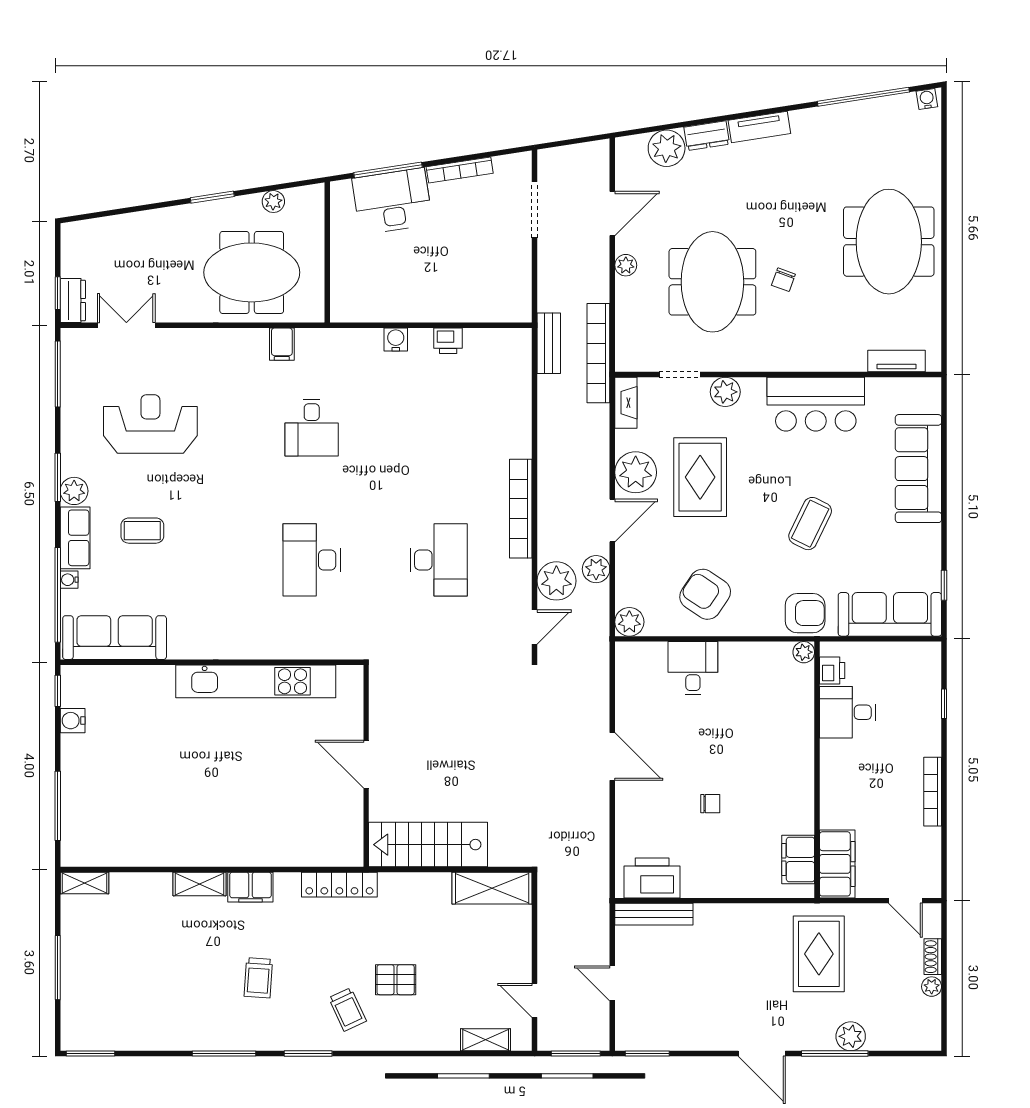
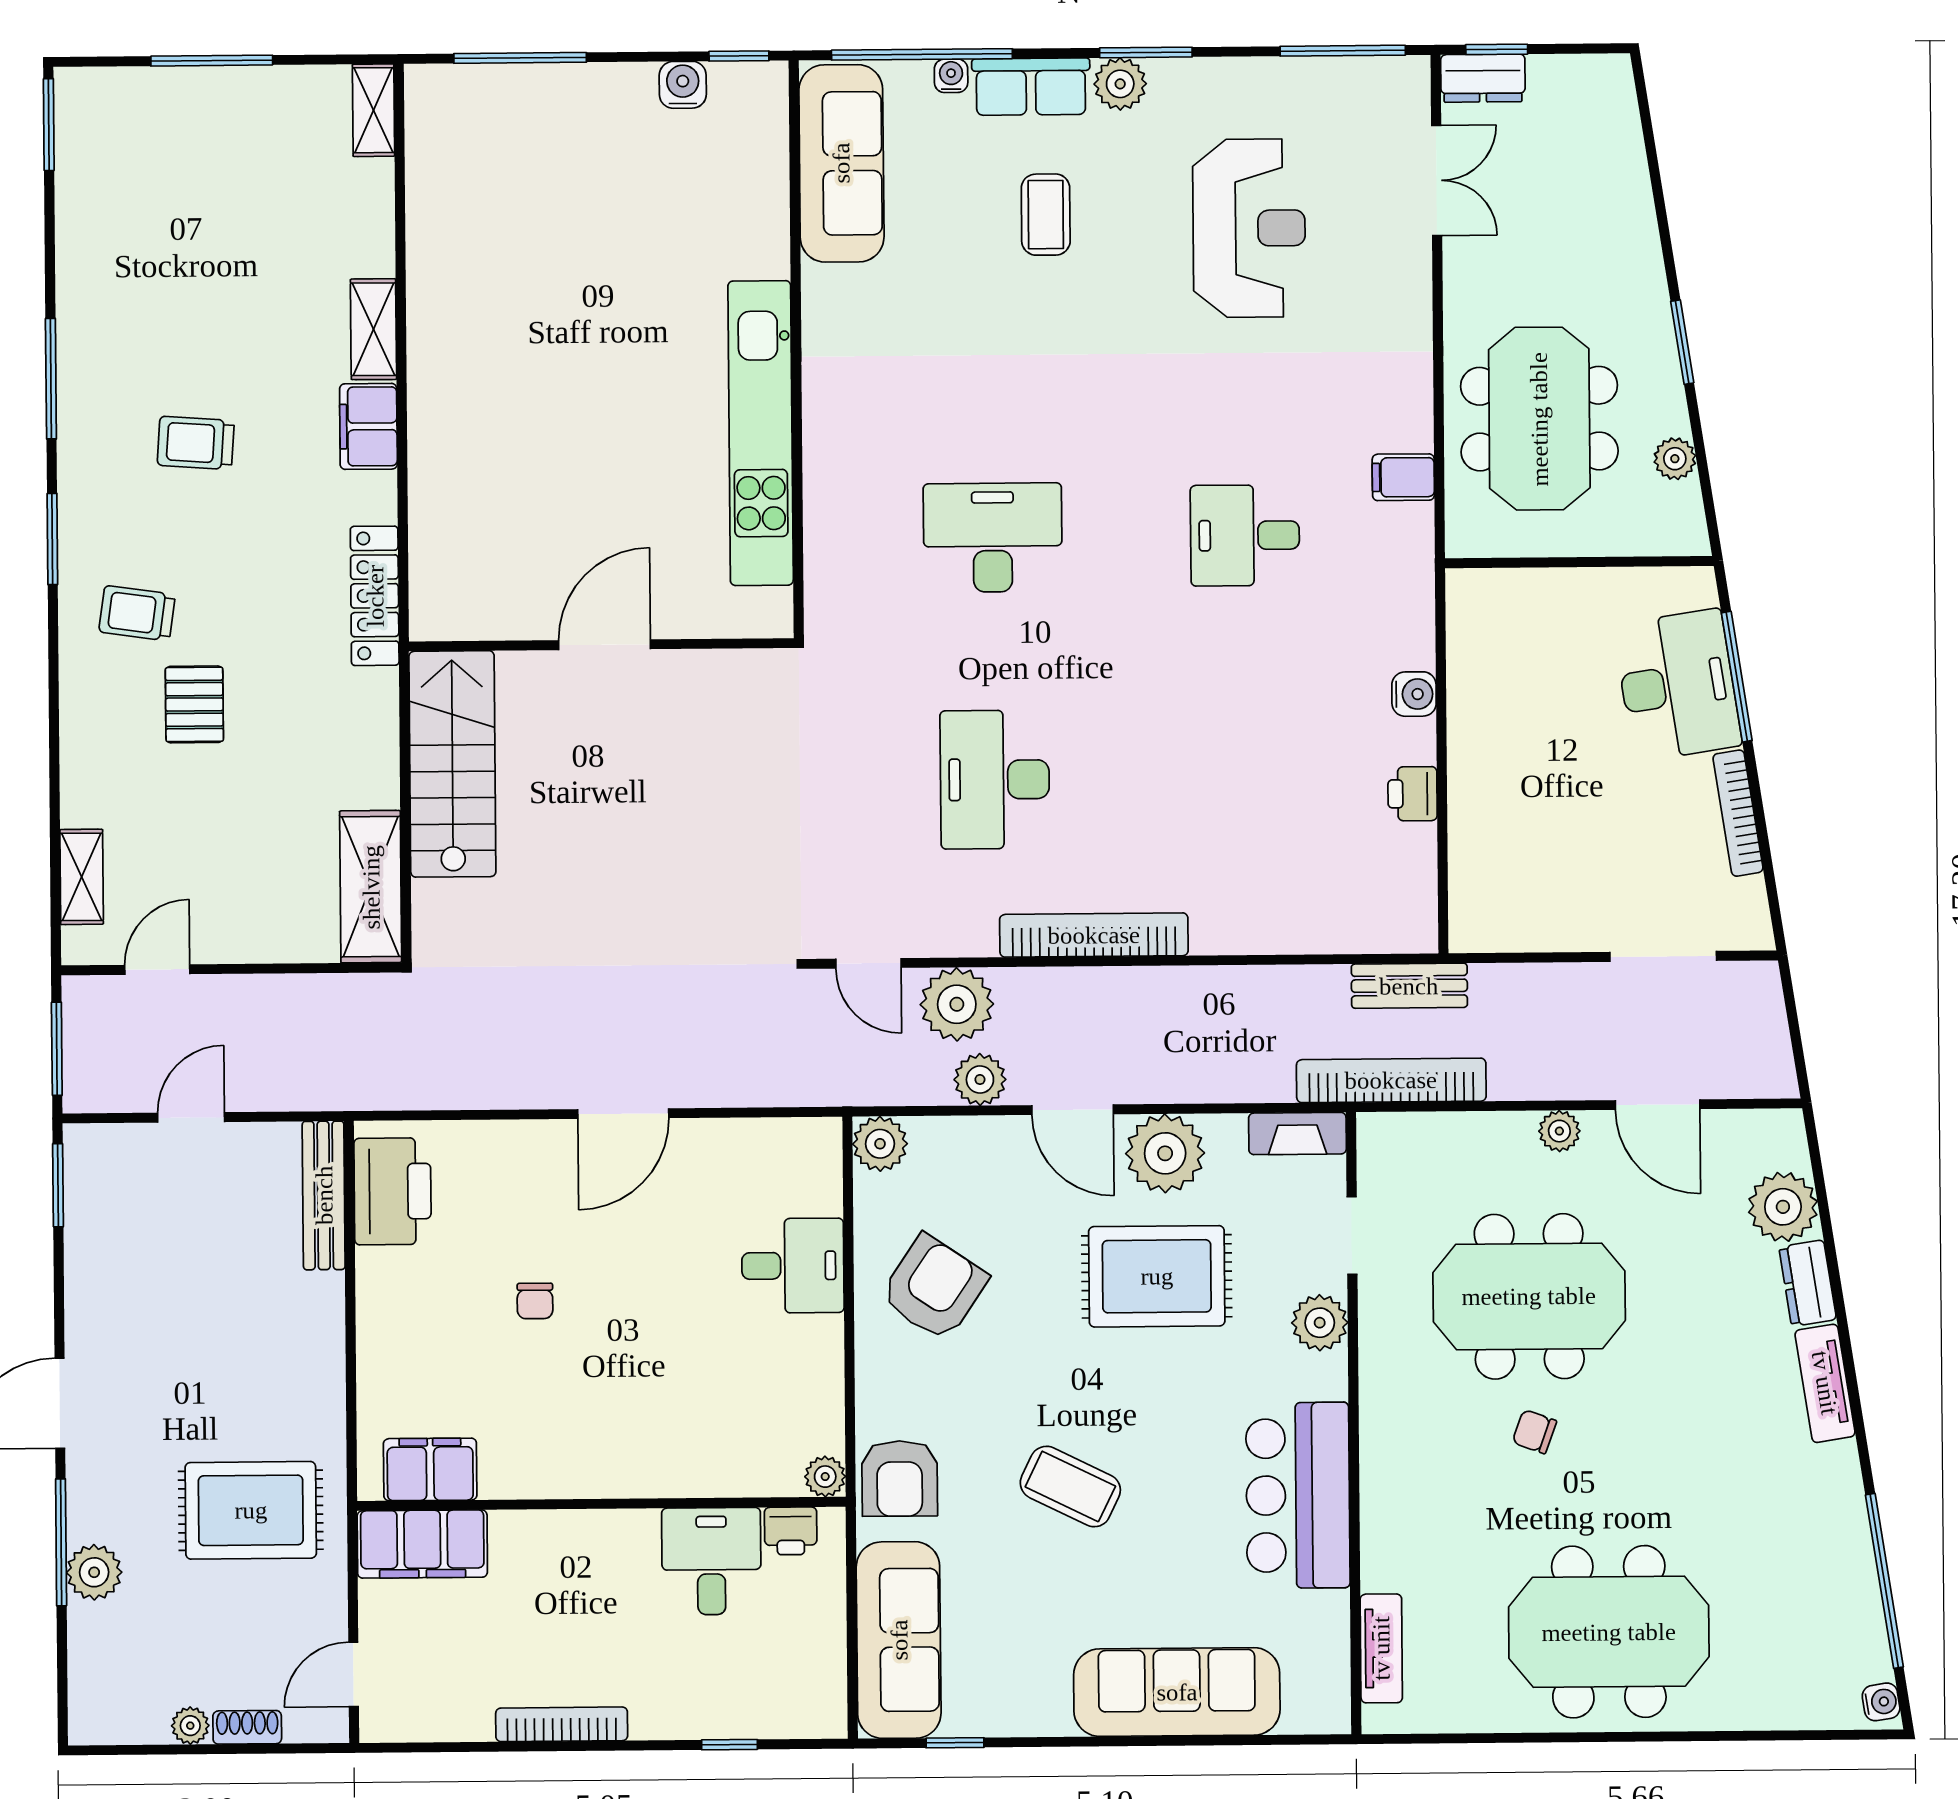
desk: (439, 560) -> (995, 780), turned 90
trolley: (347, 1009) -> (137, 613), turned 33

